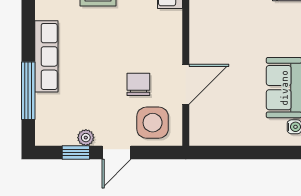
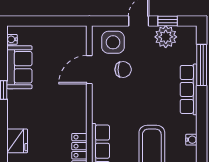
chair: (138, 84) -> (123, 70), turned -90
plant: (86, 138) -> (166, 37), width x1.88, depth x1.88

